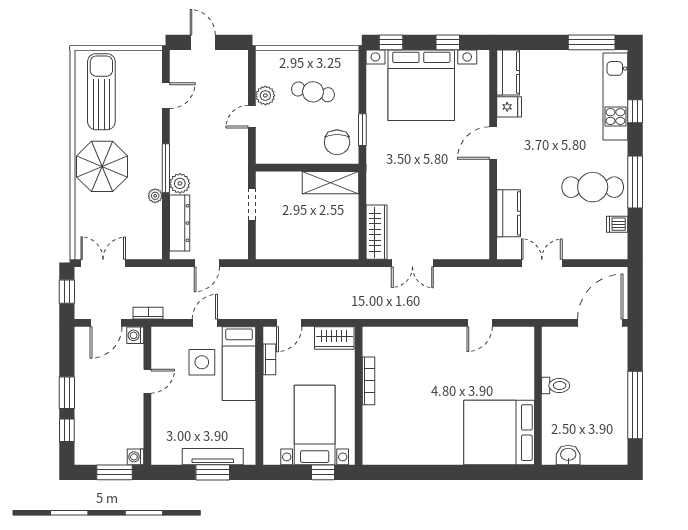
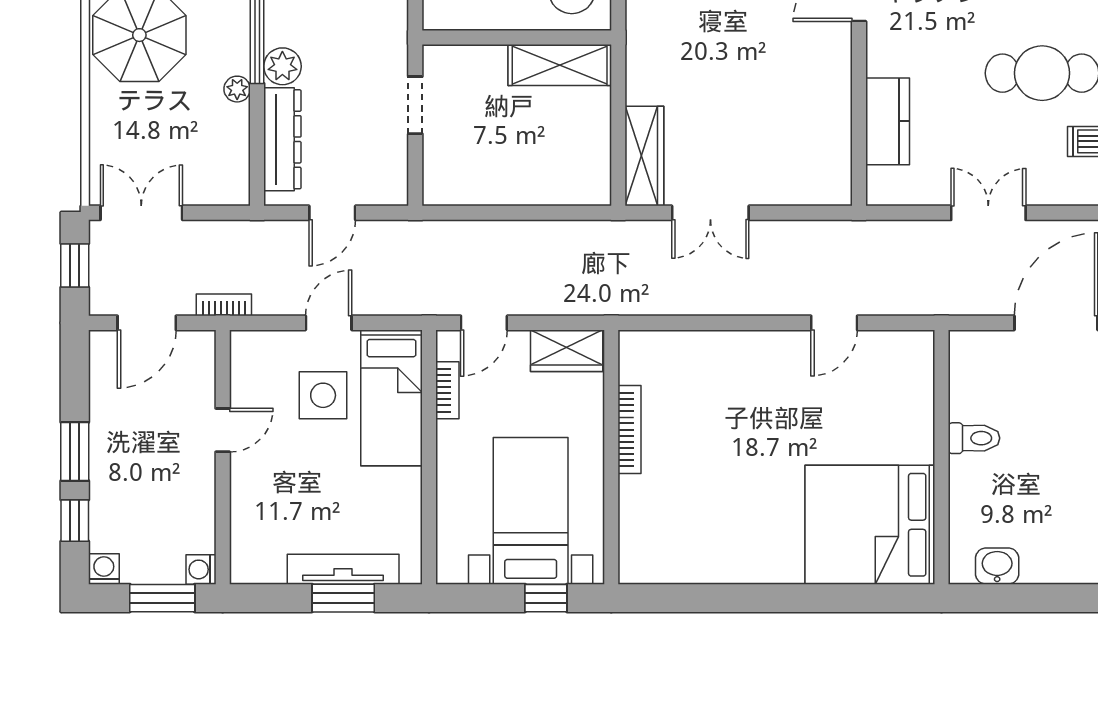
double door: (542, 263) -> (988, 213), moved
washing machine: (135, 335) -> (104, 569), moved, turned 90

